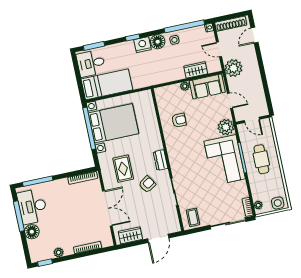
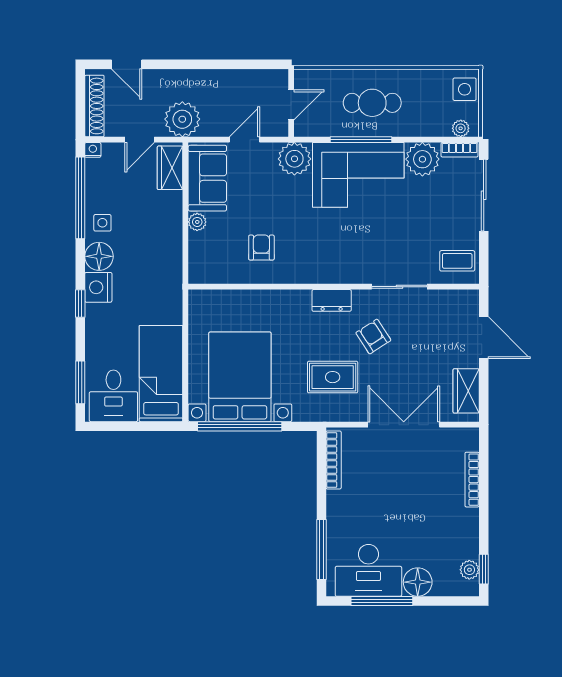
wardrobe: (196, 70) -> (170, 168), moved
plant: (239, 190) -> (422, 159), added
plant: (59, 252) -> (469, 570), moved

